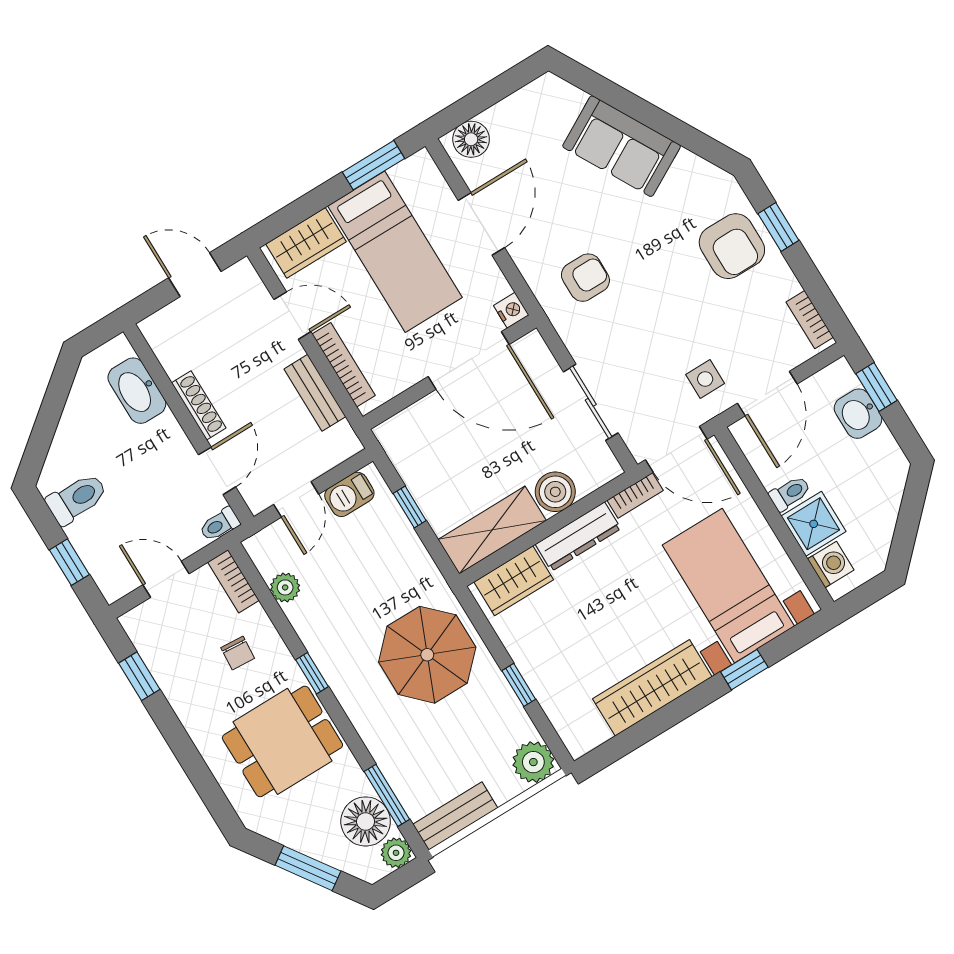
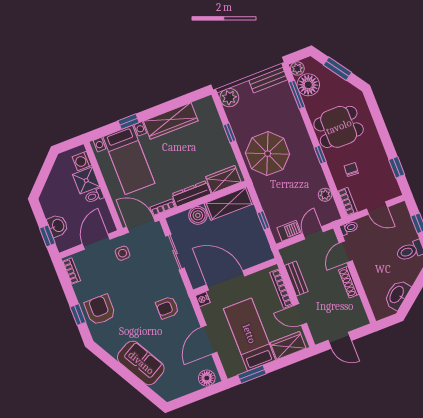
washbasin: (137, 391) -> (397, 295), moved, turned -129

